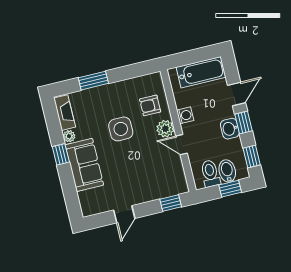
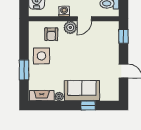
side table: (121, 129) -> (41, 56), moved
window: (61, 154) -> (88, 105), moved

